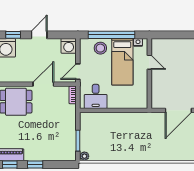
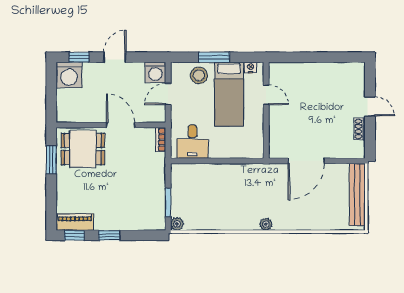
window: (112, 35) -> (214, 57), width x0.47
door: (78, 72) -> (168, 94), moved
door: (43, 84) -> (121, 125), hinge flipped
plant: (149, 156) -> (266, 224), added

